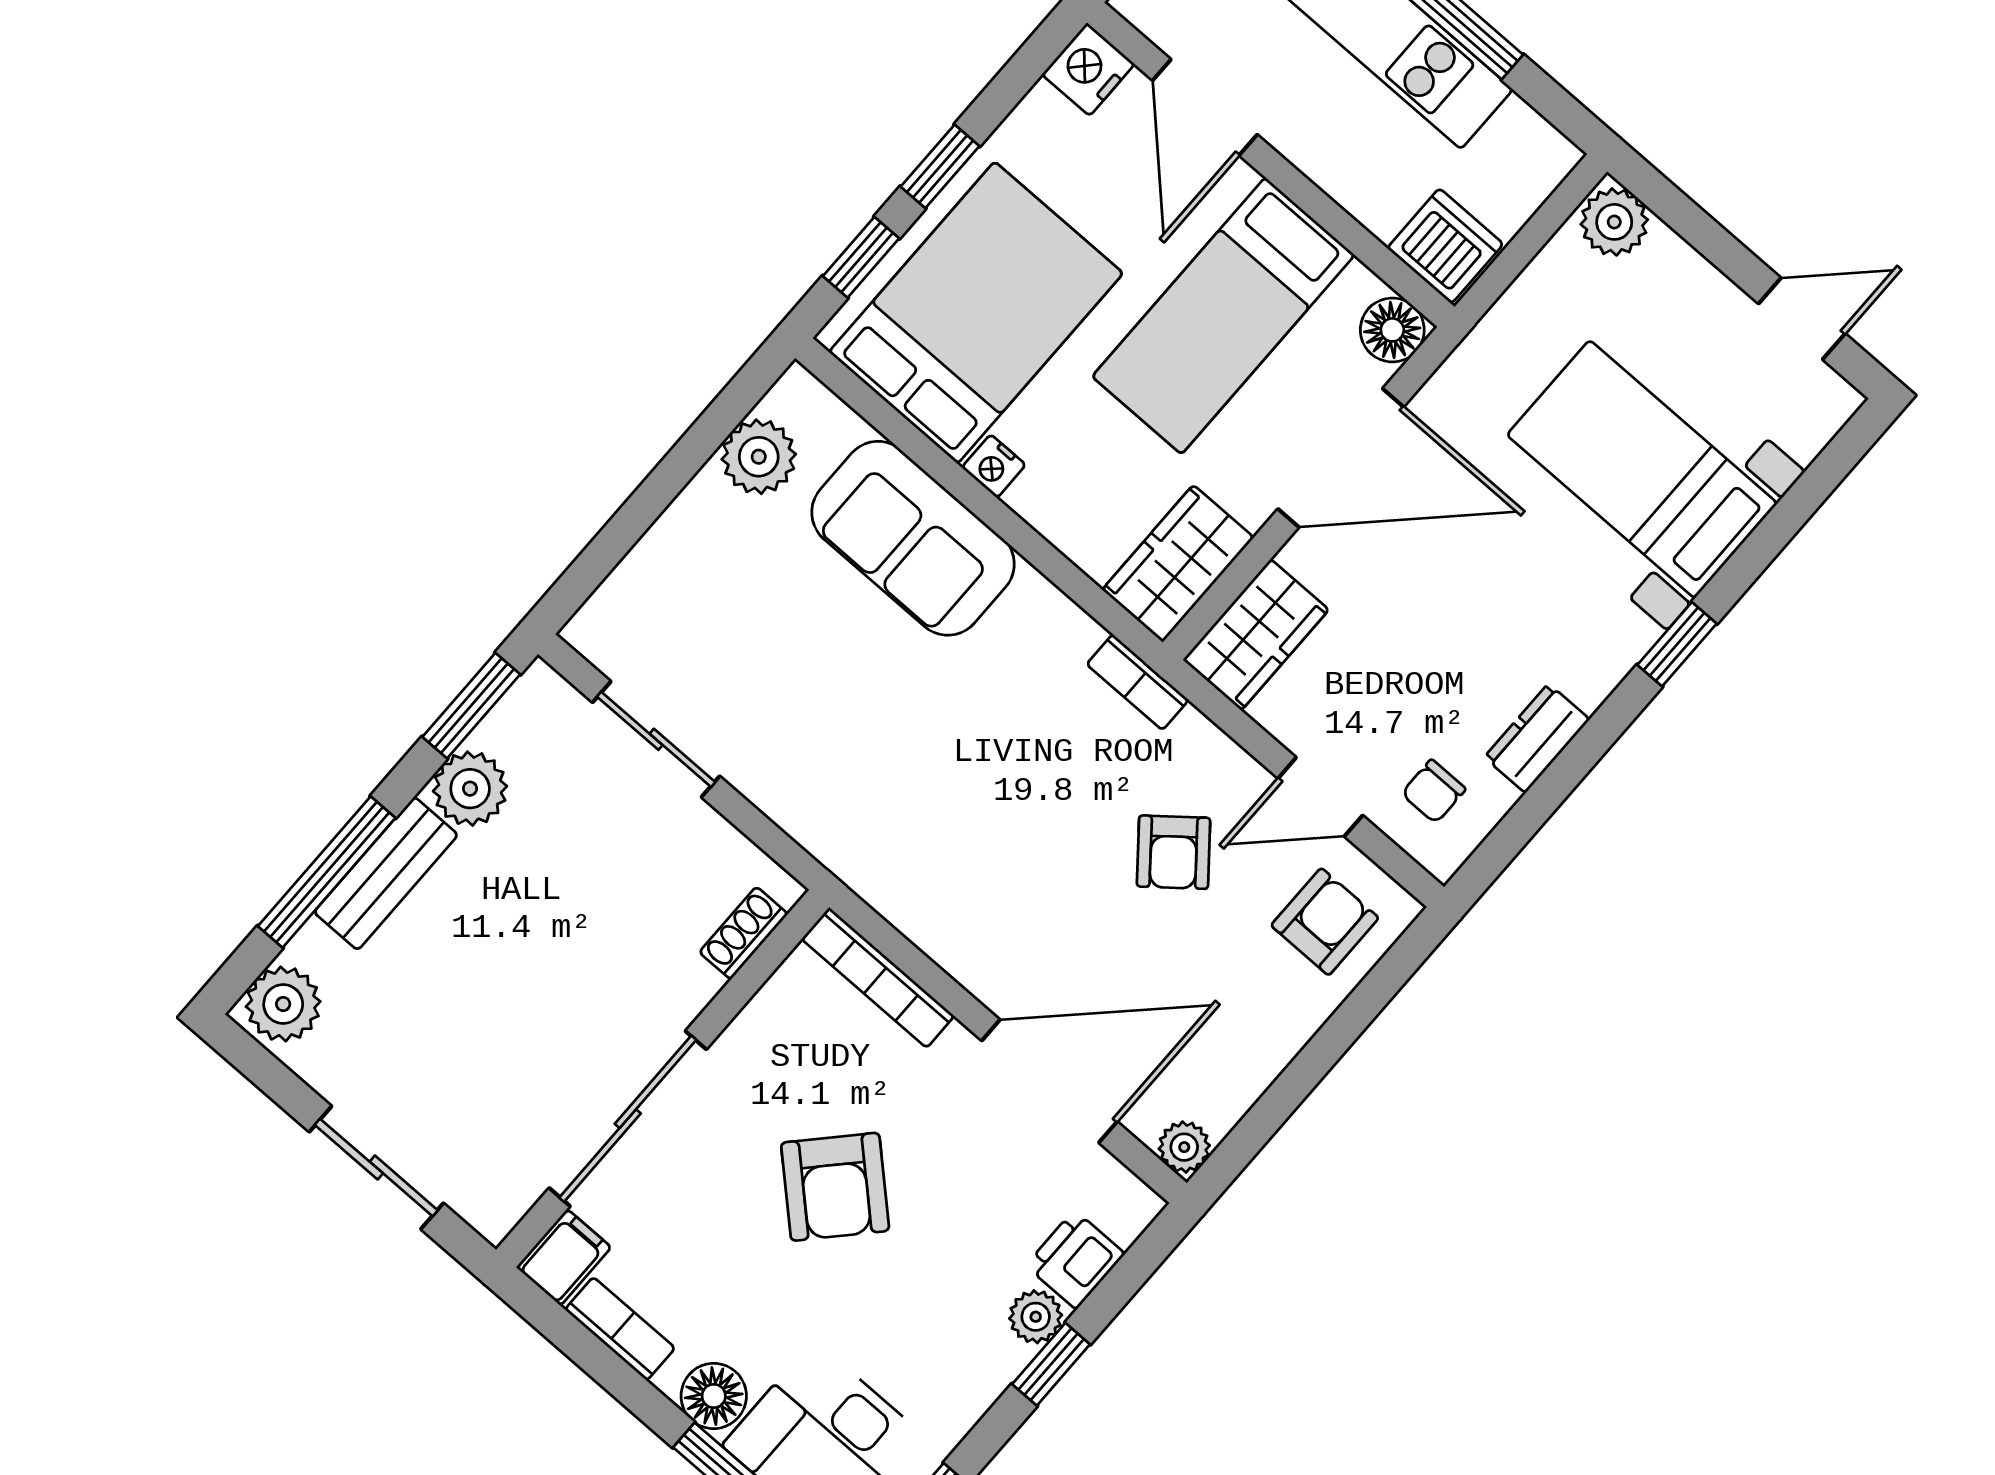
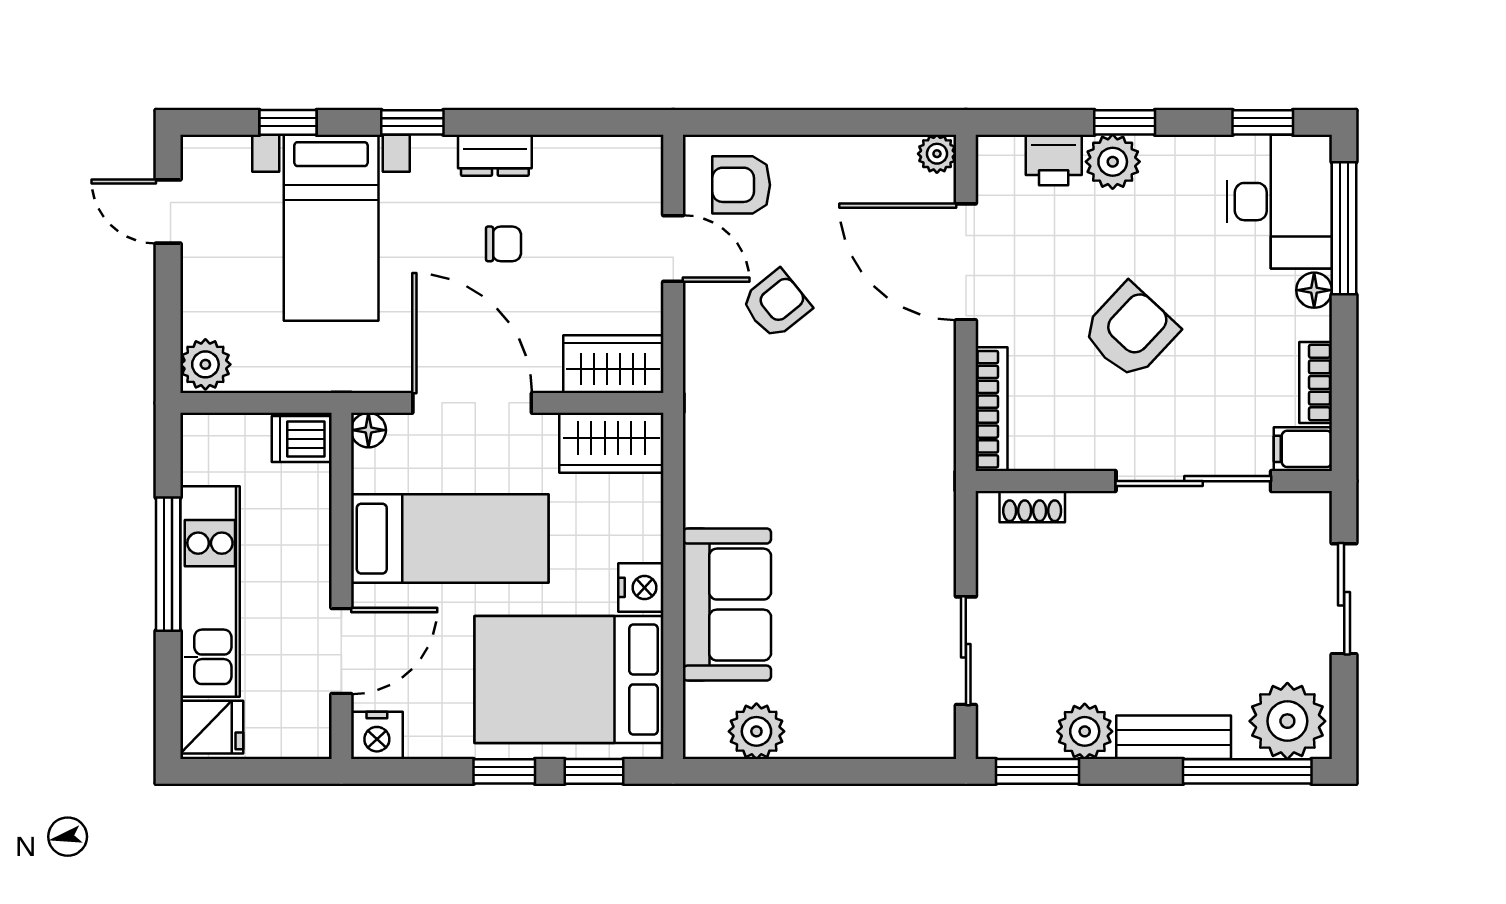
dishwasher: (1445, 246) -> (302, 439), width x0.73
floor lamp: (1392, 330) -> (368, 430), width x0.73, depth x0.73
nightstand: (994, 466) -> (641, 587), width x1.39, depth x1.35
window: (1786, 518) -> (288, 122), added
bookcase: (1138, 682) -> (698, 408), removed
dresser: (1537, 738) -> (495, 155), moved
chair: (1433, 791) -> (503, 244), moved
window: (327, 872) -> (1247, 771), moved
plant: (283, 1004) -> (1287, 721), width x1.36, depth x1.36
plant: (1036, 1317) -> (1113, 162), width x1.38, depth x1.38
floor lamp: (714, 1396) -> (1314, 290), width x0.73, depth x0.73

